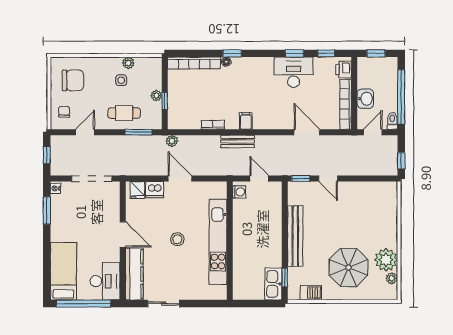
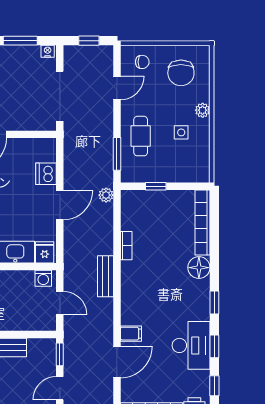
window: (232, 53) -> (214, 303), moved
floor lamp: (226, 62) -> (199, 268), width x1.89, depth x1.89
plant: (128, 63) -> (203, 110), moved
plant: (156, 96) -> (162, 176), removed
filing cabinet: (246, 121) -> (131, 334), moved
door: (85, 132) -> (117, 88), hinge flipped
door: (259, 178) -> (60, 303), hinge flipped
fridge: (137, 190) -> (45, 252), moved, turned 90

